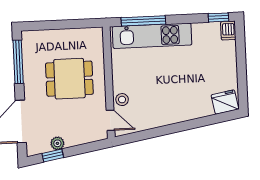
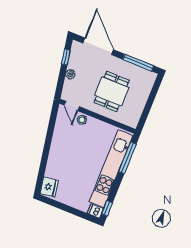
kitchen unit: (152, 36) -> (111, 169), width x1.36
door: (110, 120) -> (72, 106), hinge flipped
plant: (57, 143) -> (70, 74), moved

